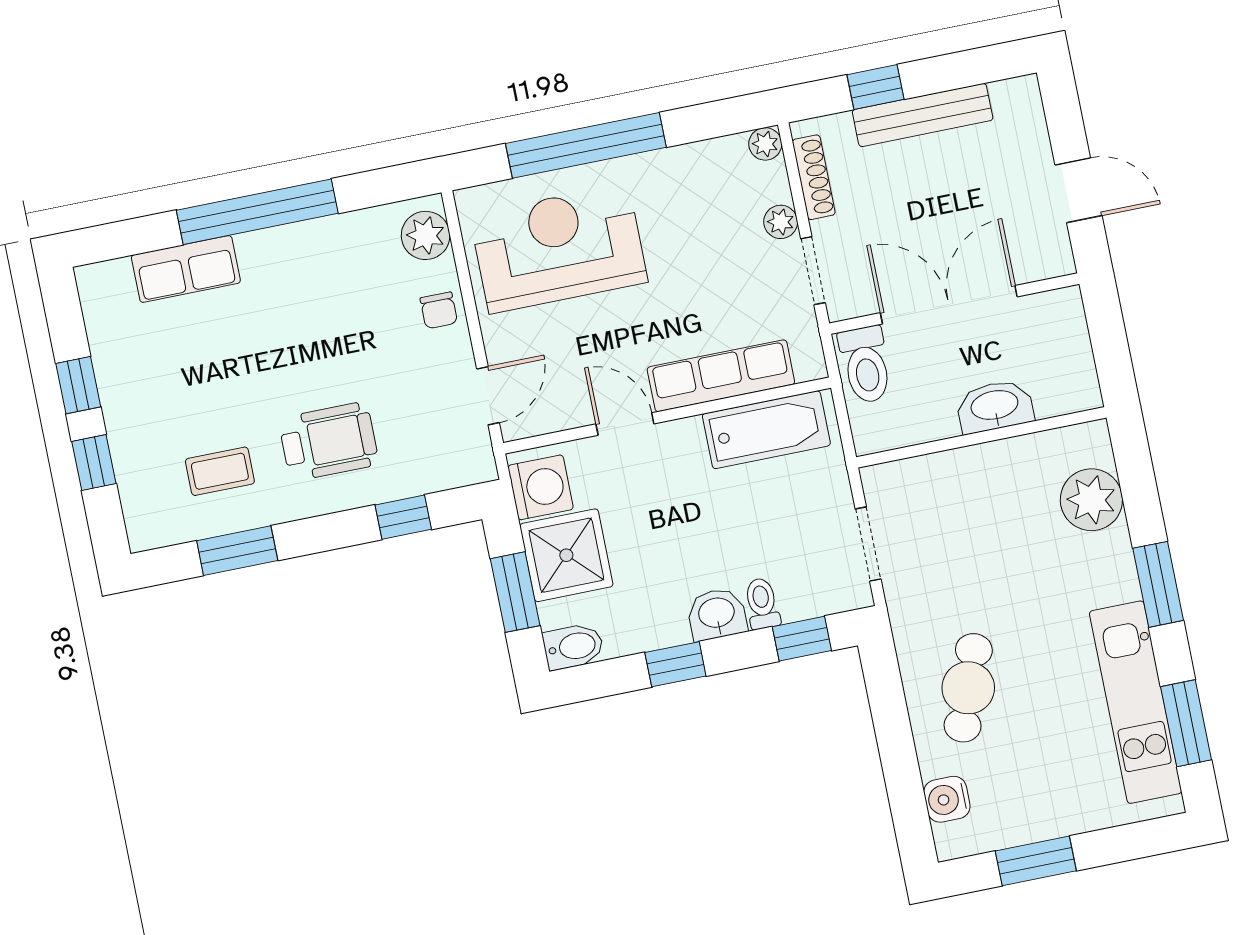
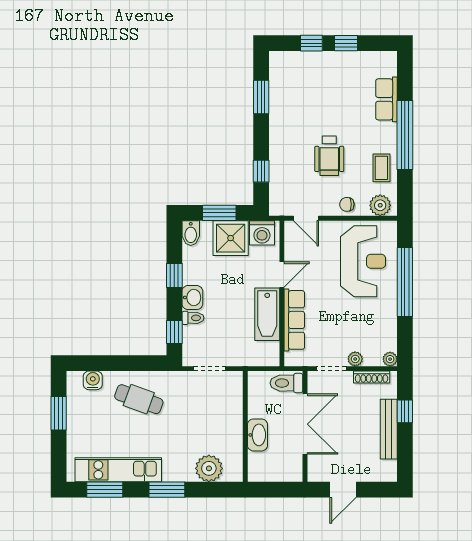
bathtub: (766, 430) -> (267, 314), moved
wheelchair: (329, 442) -> (329, 156), moved
coffee table: (220, 471) -> (381, 168), moved

